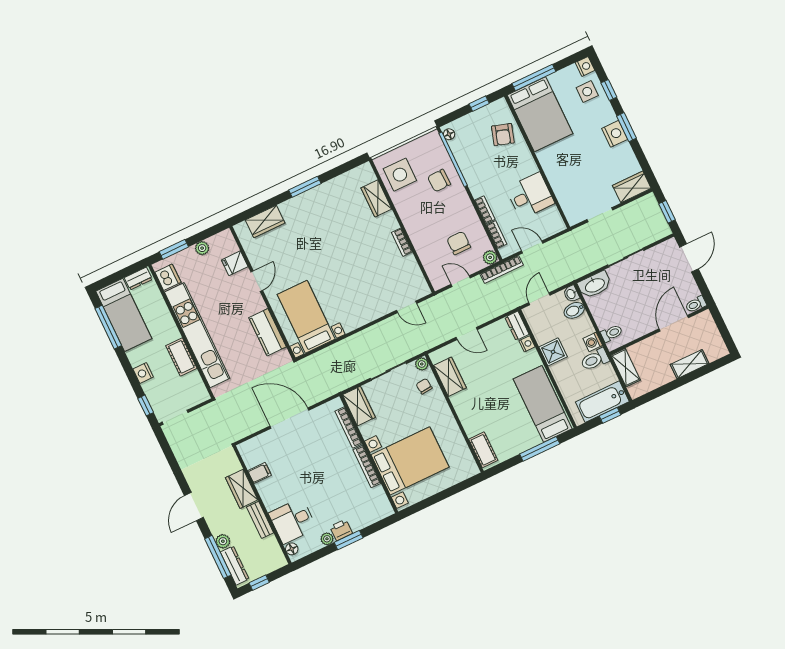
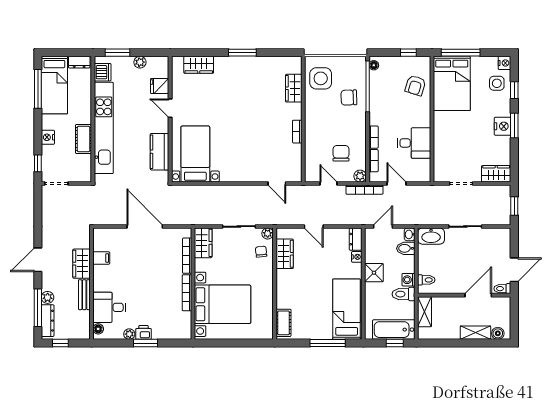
door: (689, 258) -> (514, 270), moved
door: (257, 281) -> (170, 108), swing flipped
boiler: (713, 354) -> (498, 333), added

